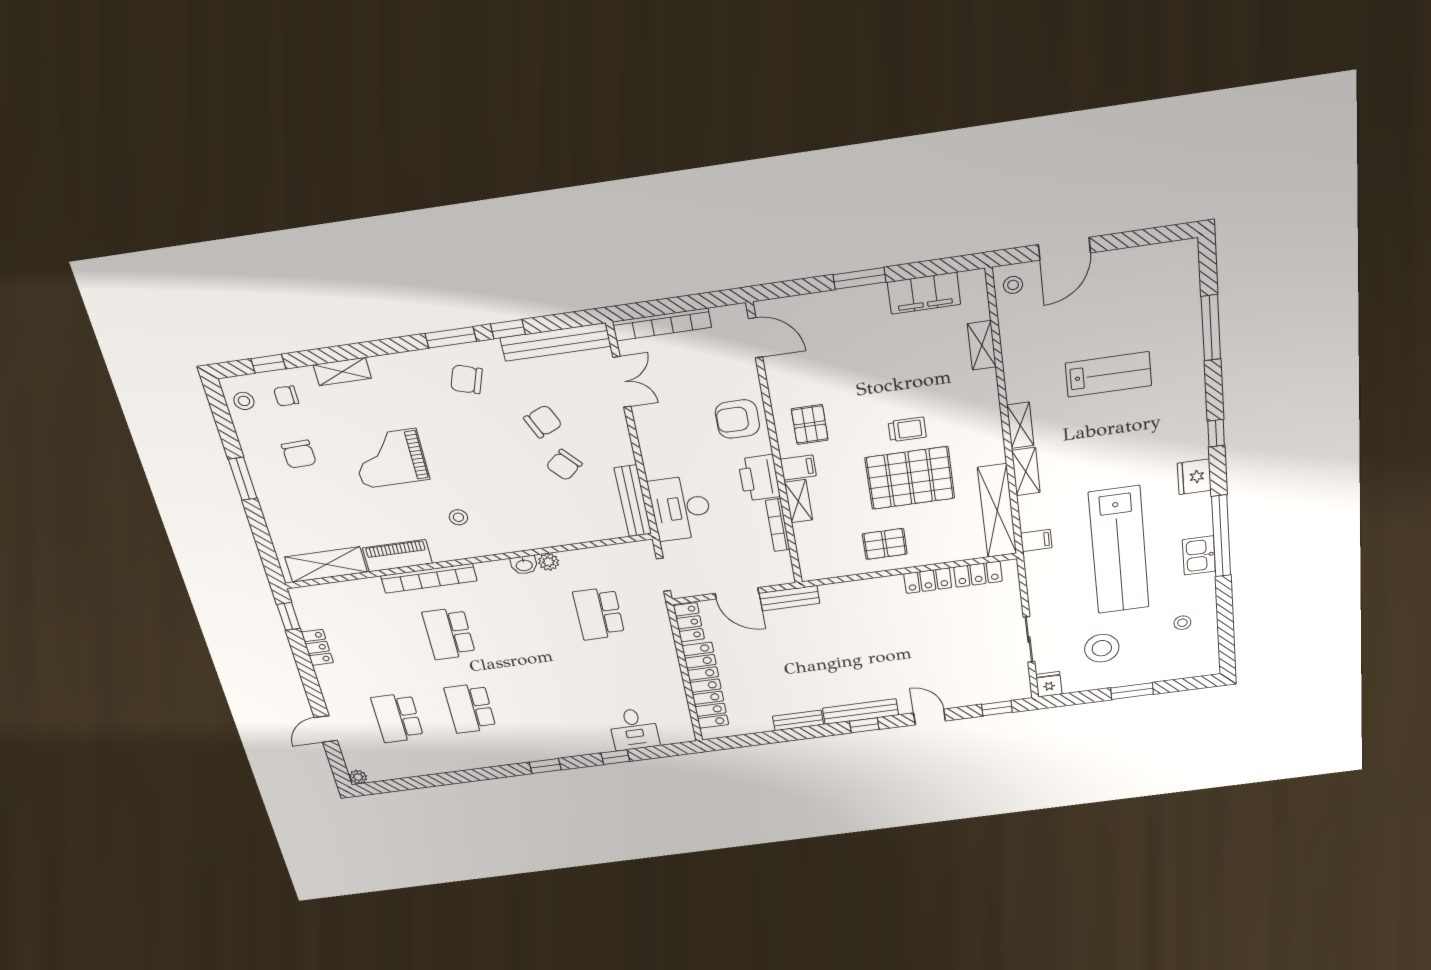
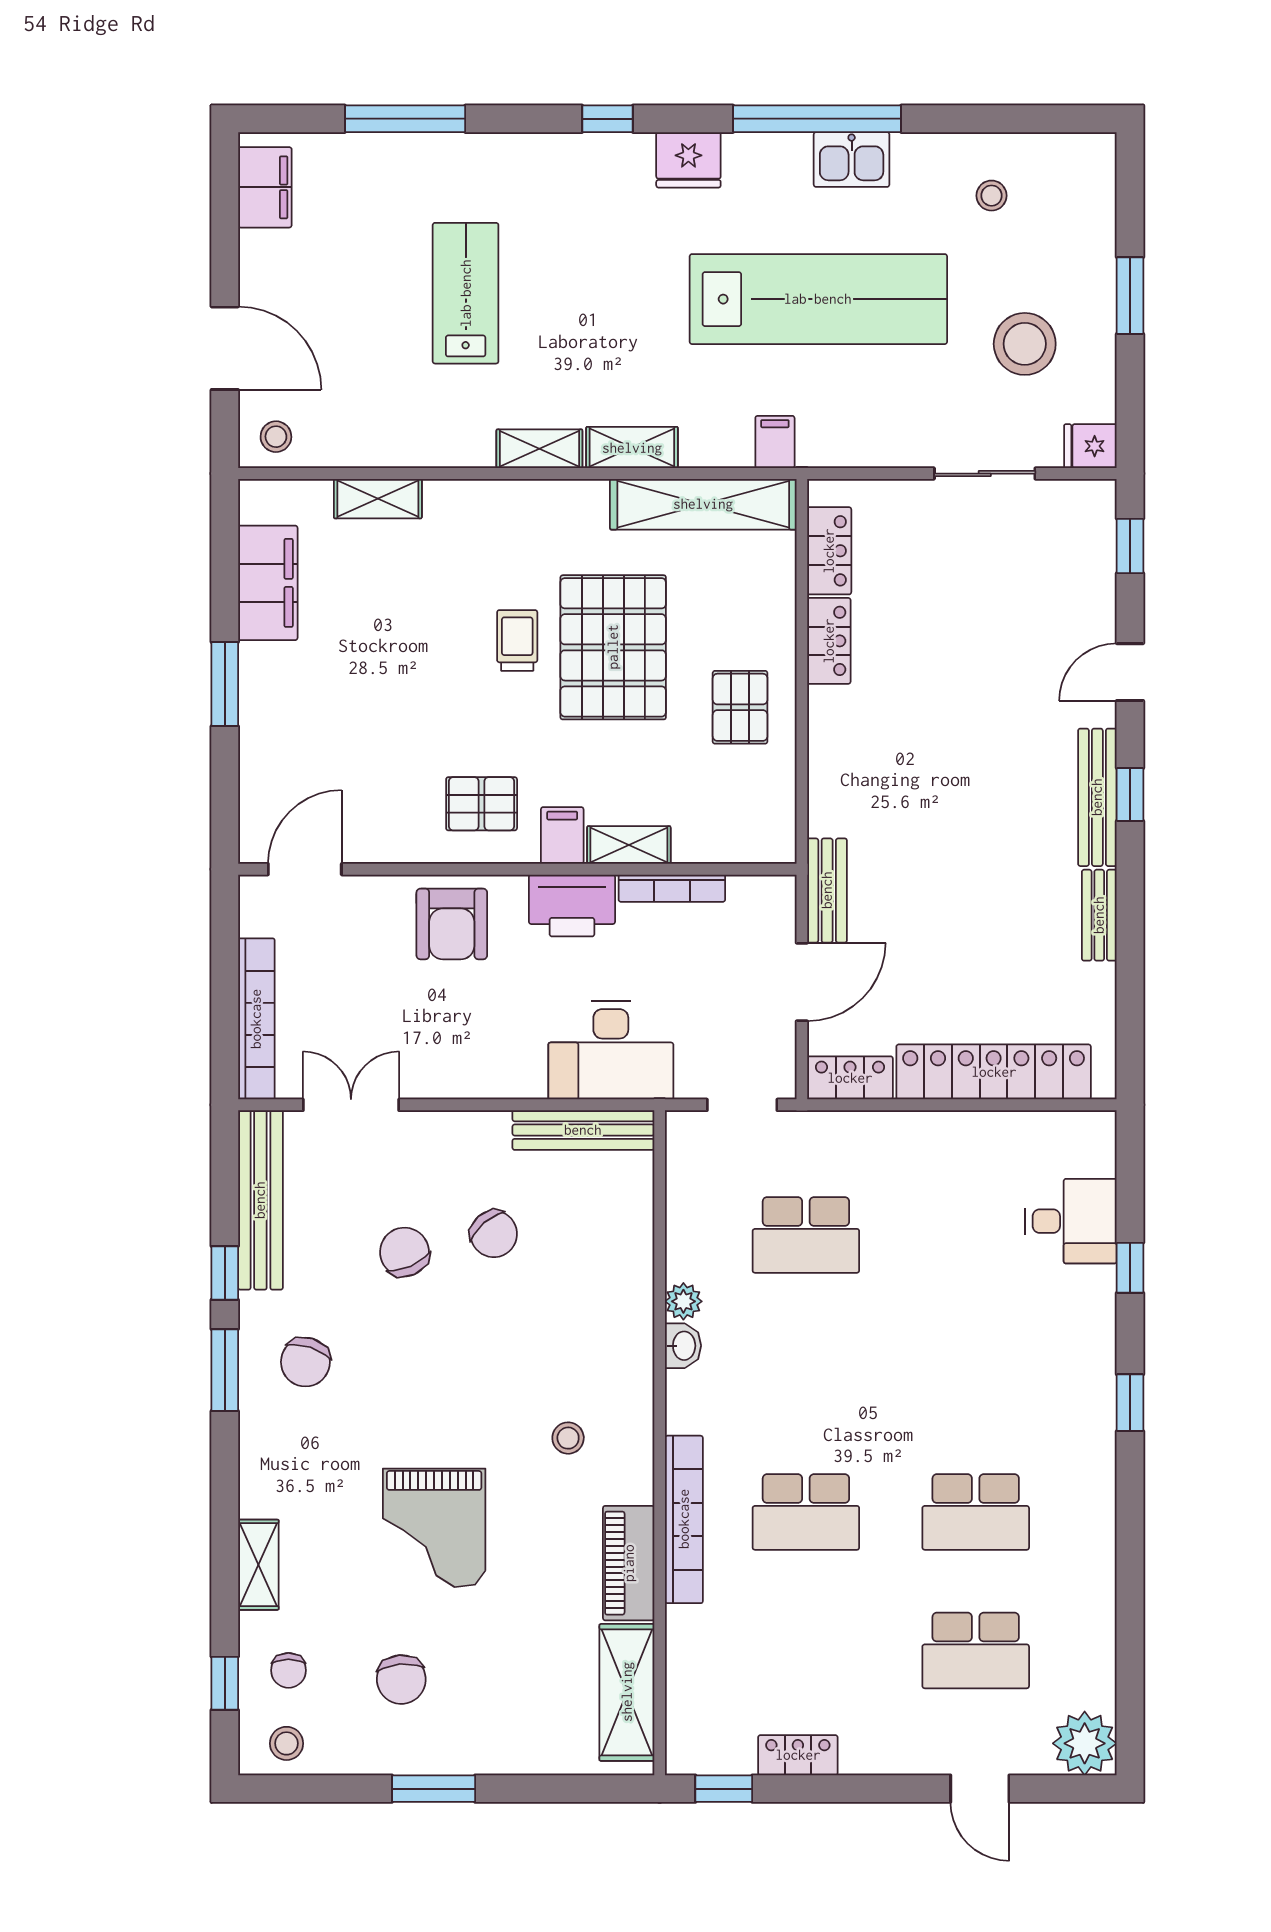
filing cabinet: (1165, 257) -> (265, 187), added
chair: (299, 454) -> (401, 1679), turned 87
plant: (358, 777) -> (1085, 1743), width x1.87, depth x1.87

